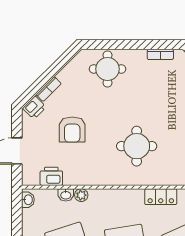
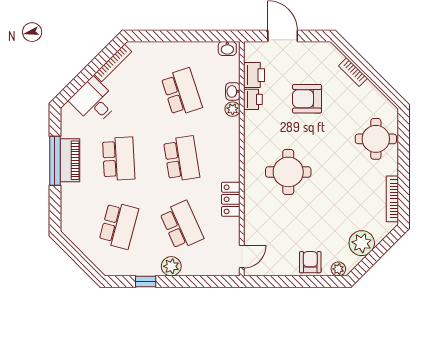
bookcase: (160, 54) -> (392, 199), width x1.56
printer: (34, 108) -> (253, 99), moved, turned -135

